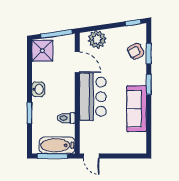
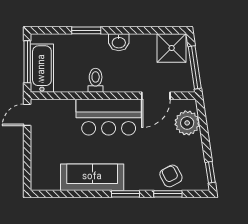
toilet: (66, 118) -> (96, 80), moved

